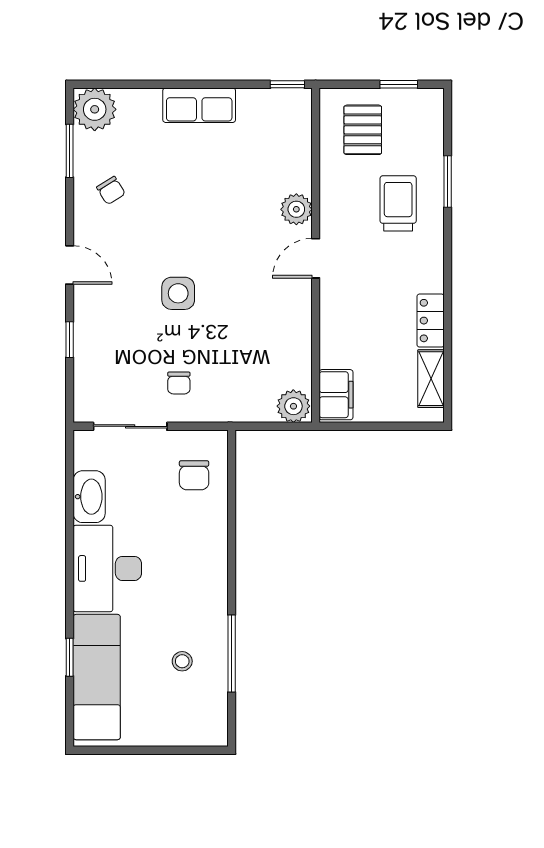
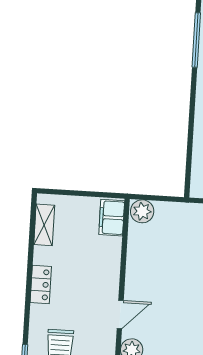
locker: (431, 321) -> (41, 285), moved

